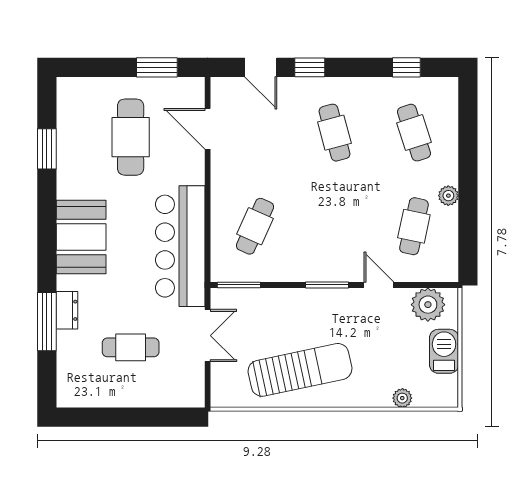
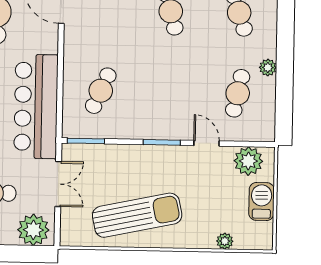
plant: (180, 389) -> (33, 230), added

